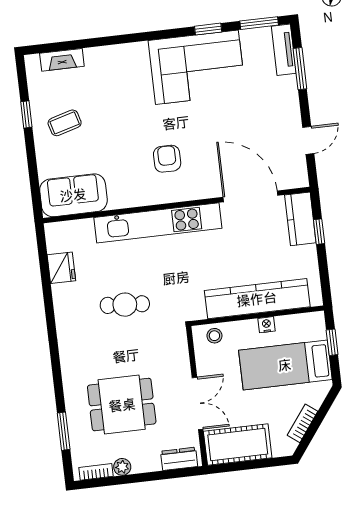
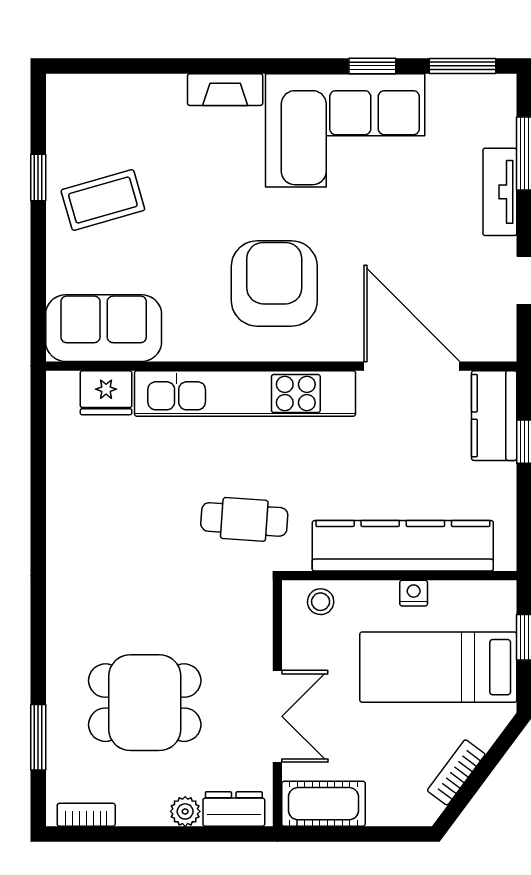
tv unit: (284, 50) -> (500, 192), moved
fireplace: (62, 60) -> (225, 90), moved
coffee table: (65, 123) -> (103, 200), width x1.36, depth x1.30
armchair: (167, 159) -> (274, 283), width x1.88, depth x1.88
fridge: (61, 268) -> (106, 393), moved, turned 90
cafe table: (125, 305) -> (244, 519), moved
cot: (238, 444) -> (324, 804), width x0.73, depth x0.75
plant: (122, 467) -> (185, 811), moved

